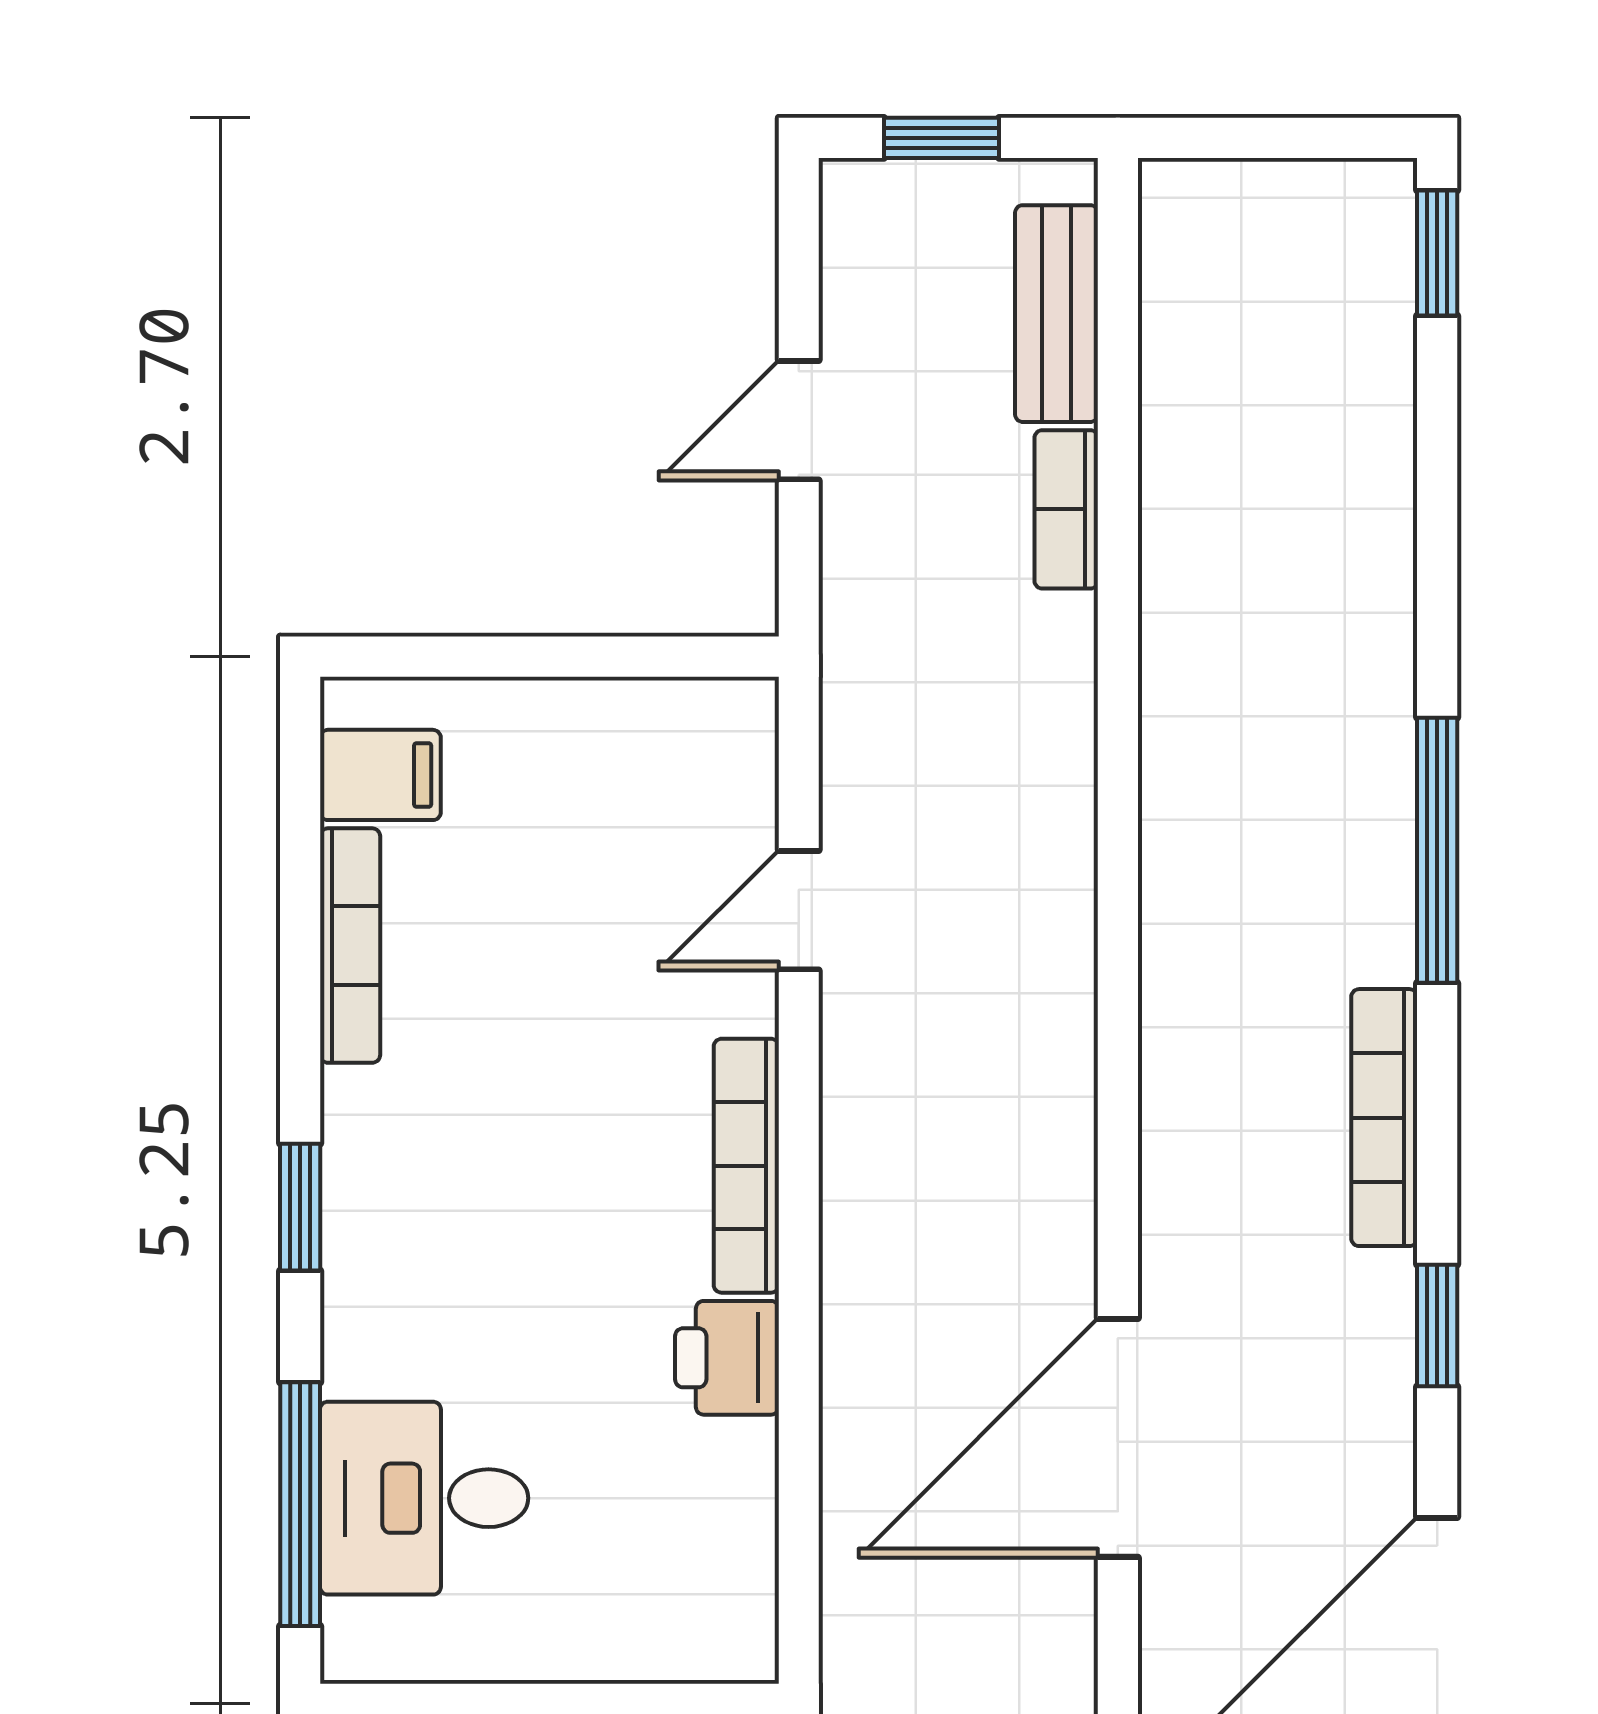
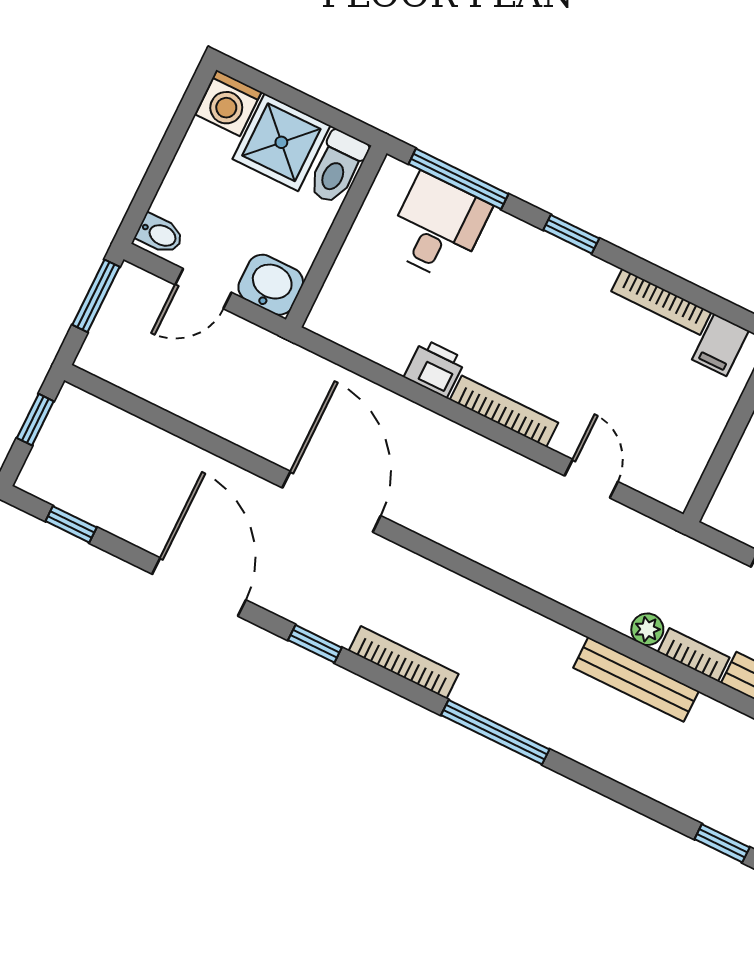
bench: (1179, 606) -> (636, 679), added
plant: (1060, 634) -> (647, 629), added

